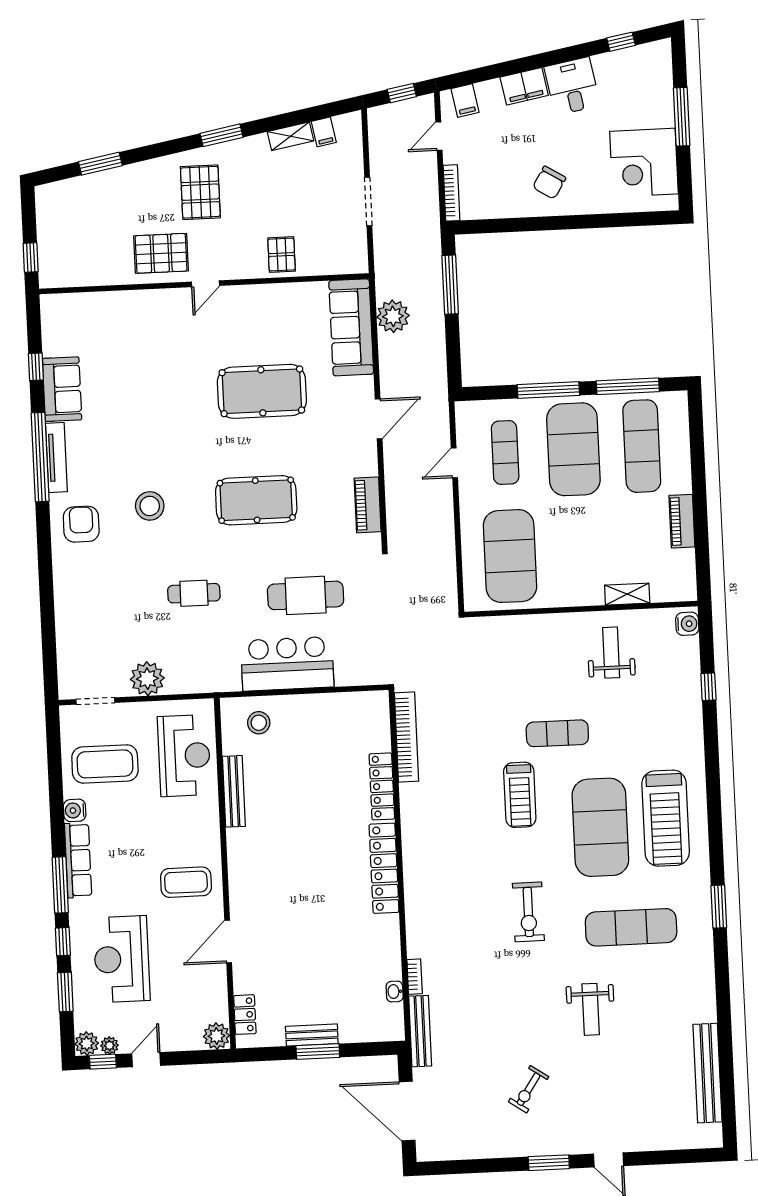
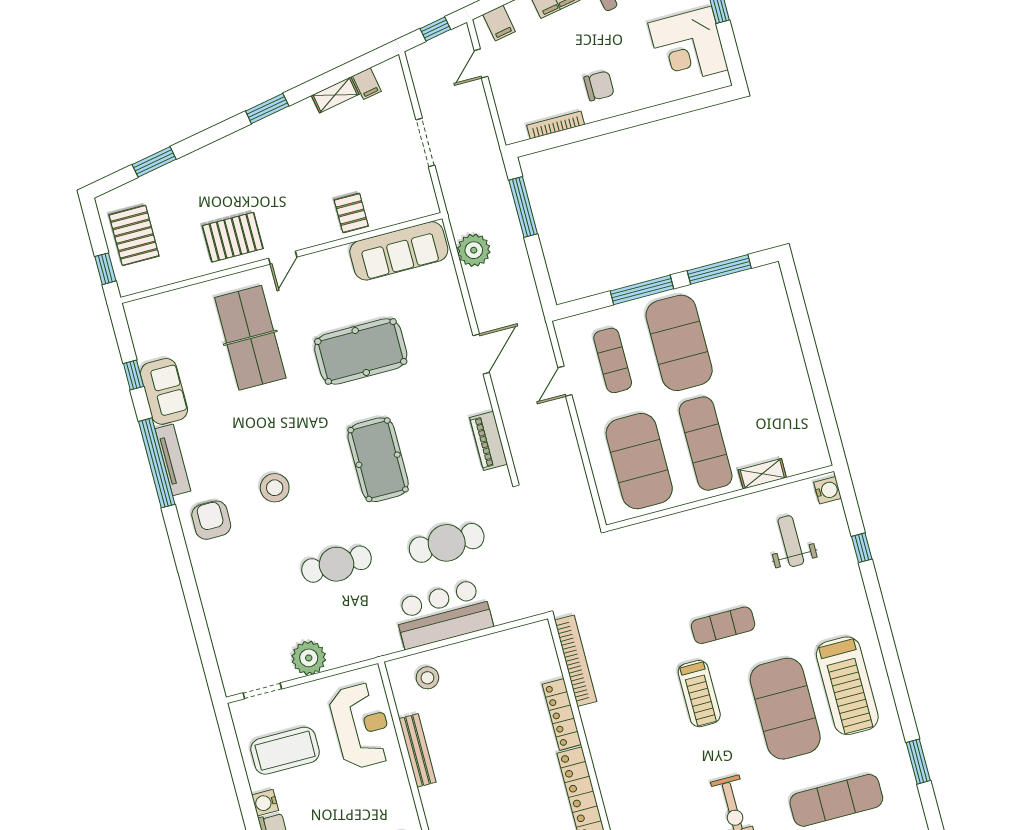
chair: (549, 183) -> (599, 86), turned -122
pallet: (200, 192) -> (134, 235), moved
bookcase: (452, 193) -> (556, 125), moved, turned -90
sofa: (351, 327) -> (399, 251), moved, turned -90
table tennis table: (157, 355) -> (250, 338), added
exercise mat: (642, 446) -> (706, 444), moved
pool table: (256, 500) -> (378, 460), turned 90
piano: (682, 521) -> (801, 391), removed
cafe table: (194, 593) -> (337, 564), width x1.37, depth x1.35
weight bench: (611, 653) -> (791, 541), moved

